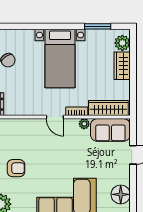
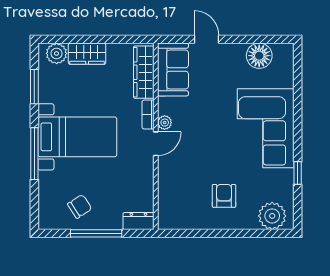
window: (47, 26) -> (34, 154), added
plant: (84, 124) -> (165, 123), moved

